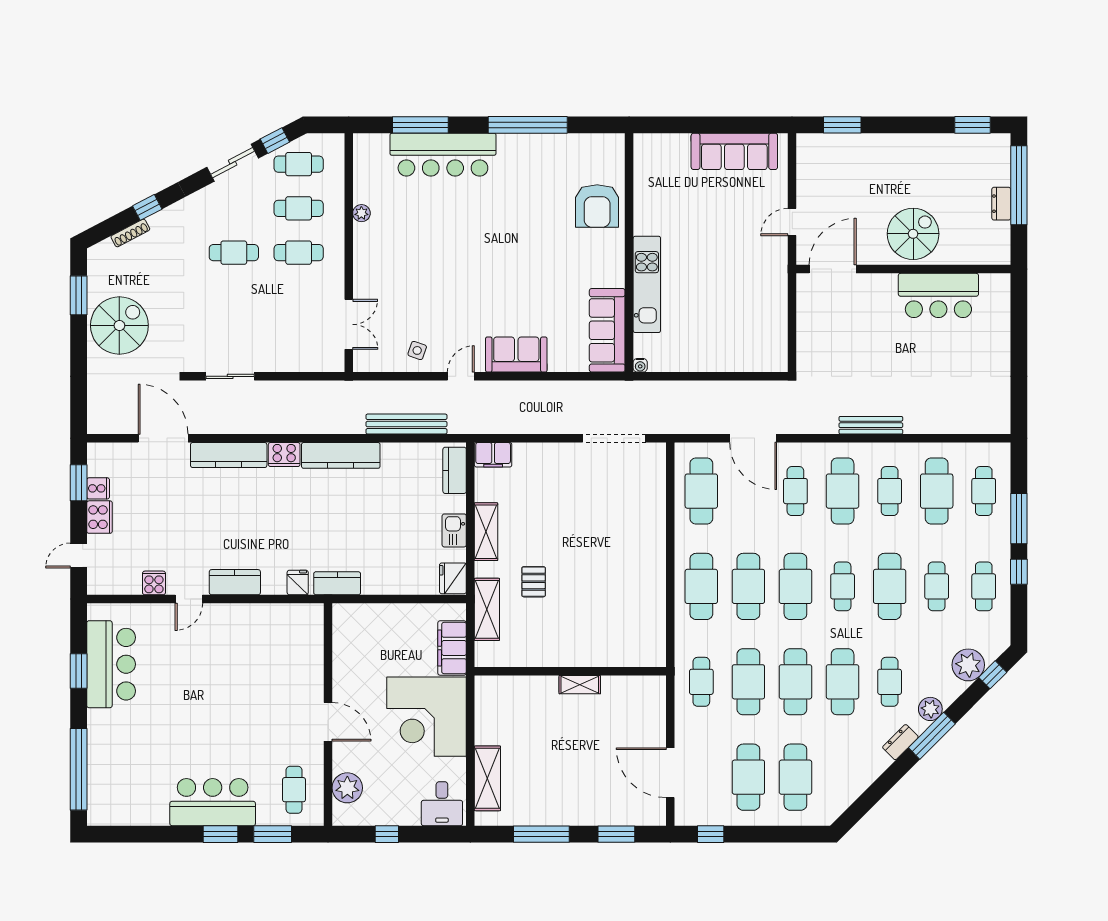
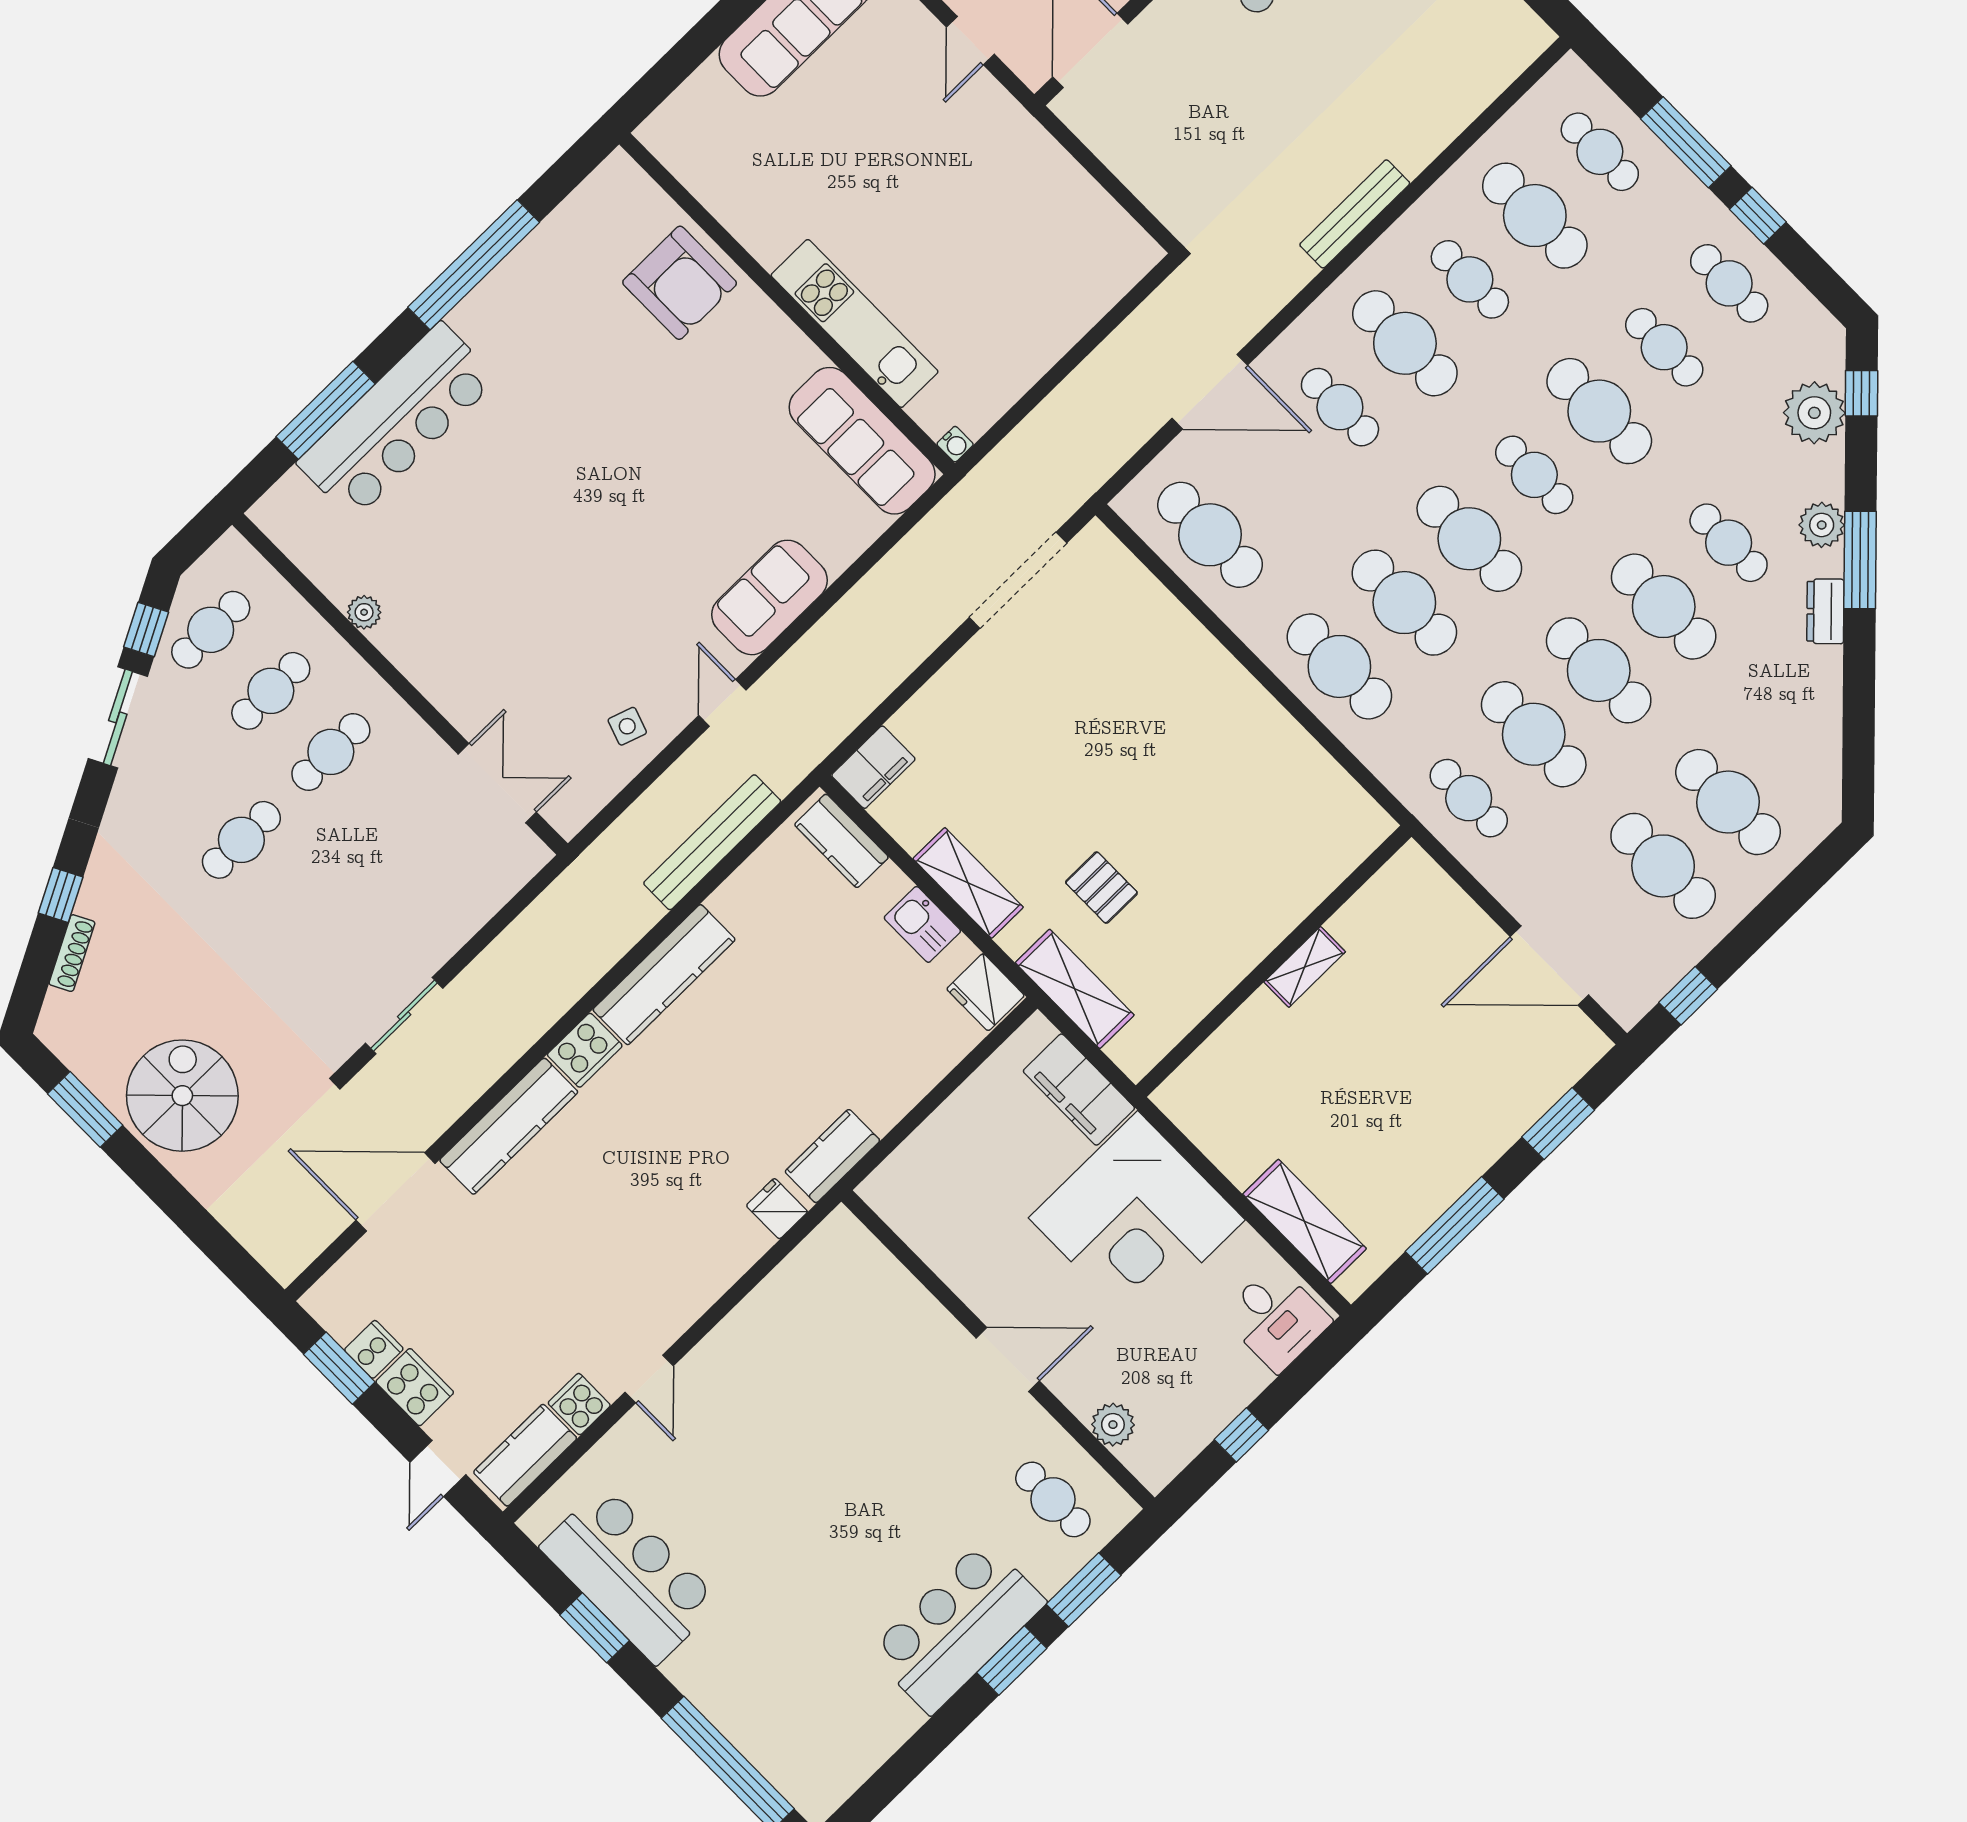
kitchen counter: (235, 582) -> (525, 1455), moved
plant: (347, 788) -> (1113, 1425), width x0.73, depth x0.73

